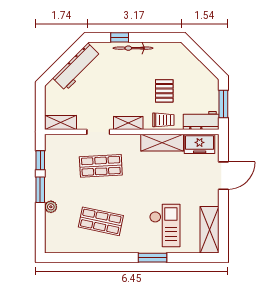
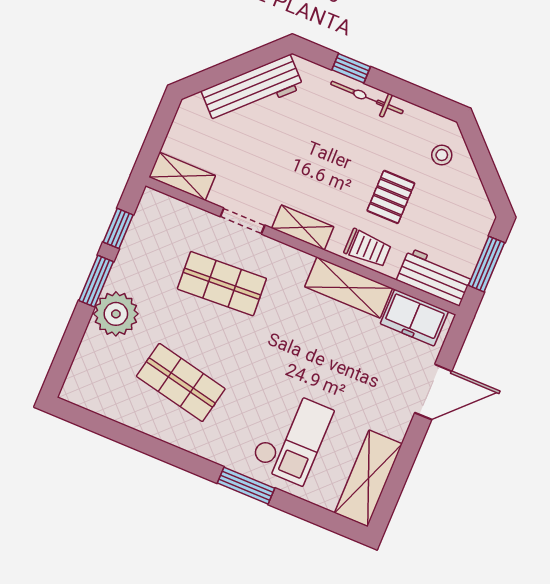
stool: (180, 61) -> (442, 155), added
plant: (51, 207) -> (116, 314), width x1.87, depth x1.87

